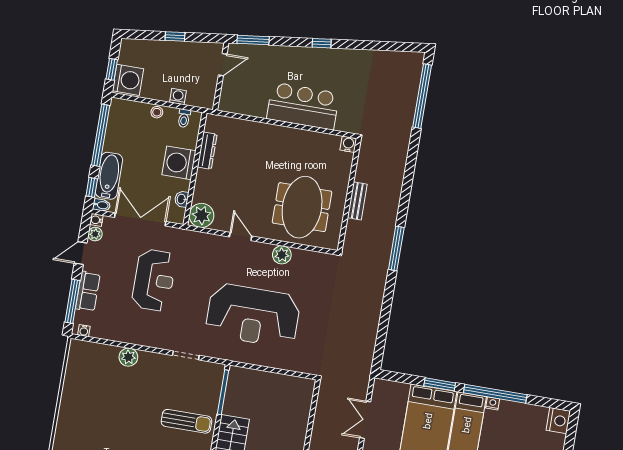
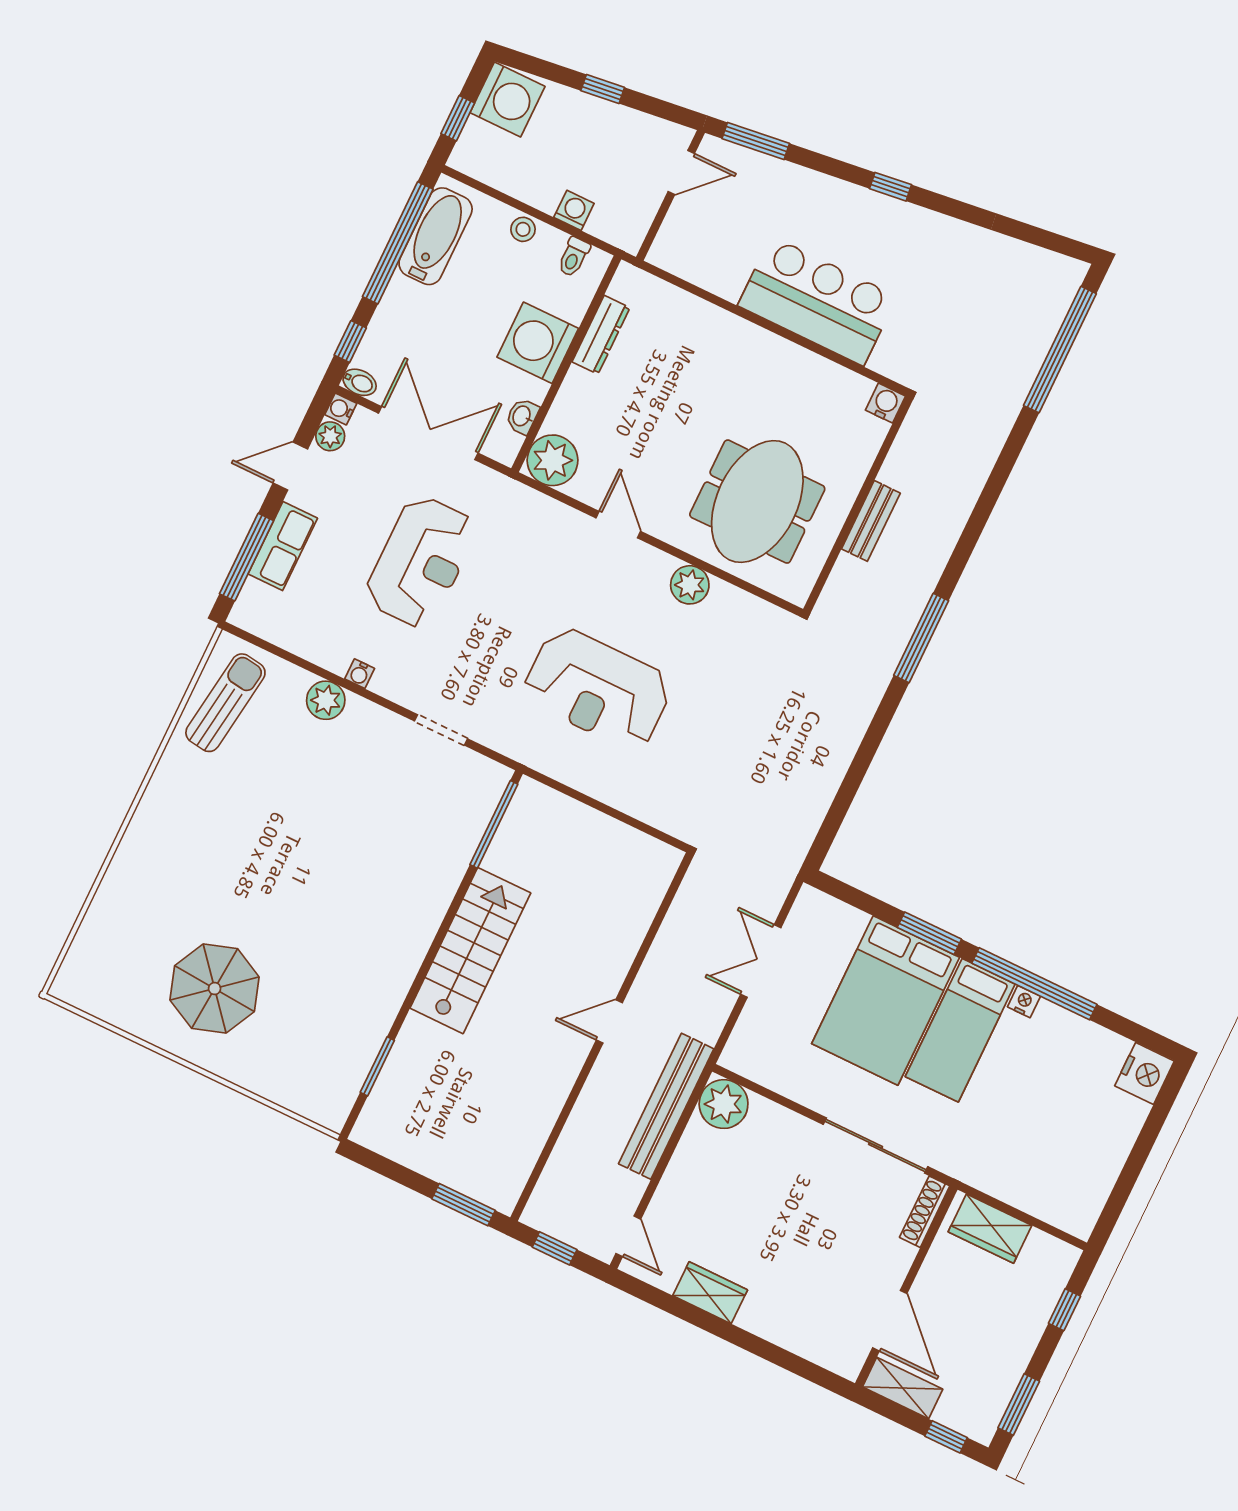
washing machine: (128, 80) -> (508, 100), moved
bathtub: (109, 176) -> (436, 236), moved
reception desk: (253, 315) -> (598, 689), width x0.74, depth x0.77
water cooler: (84, 331) -> (360, 674), moved
sun lounger: (186, 421) -> (225, 703), moved, turned -82

